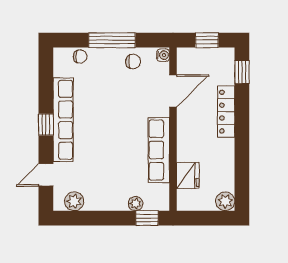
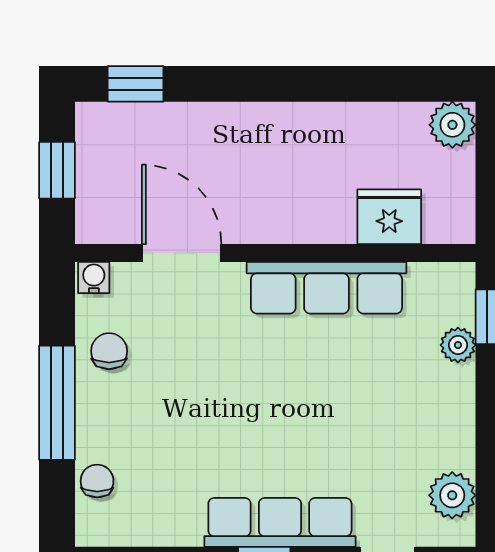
locker: (226, 112) -> (232, 123), removed
row of seats: (63, 120) -> (280, 522), width x0.73

